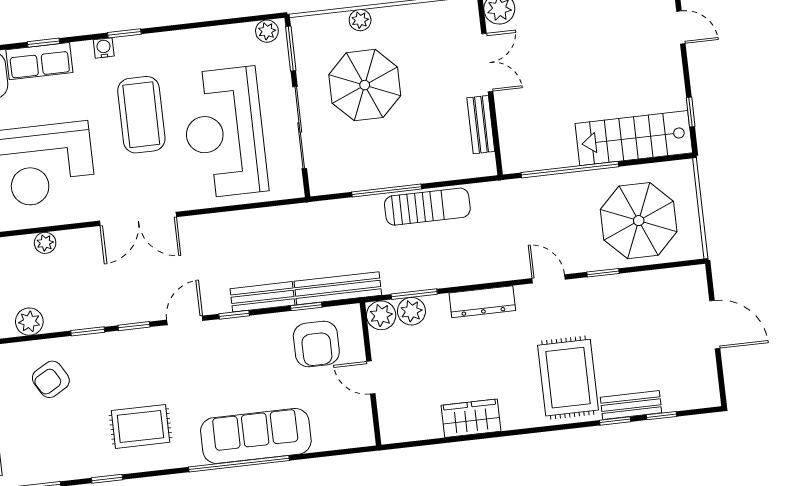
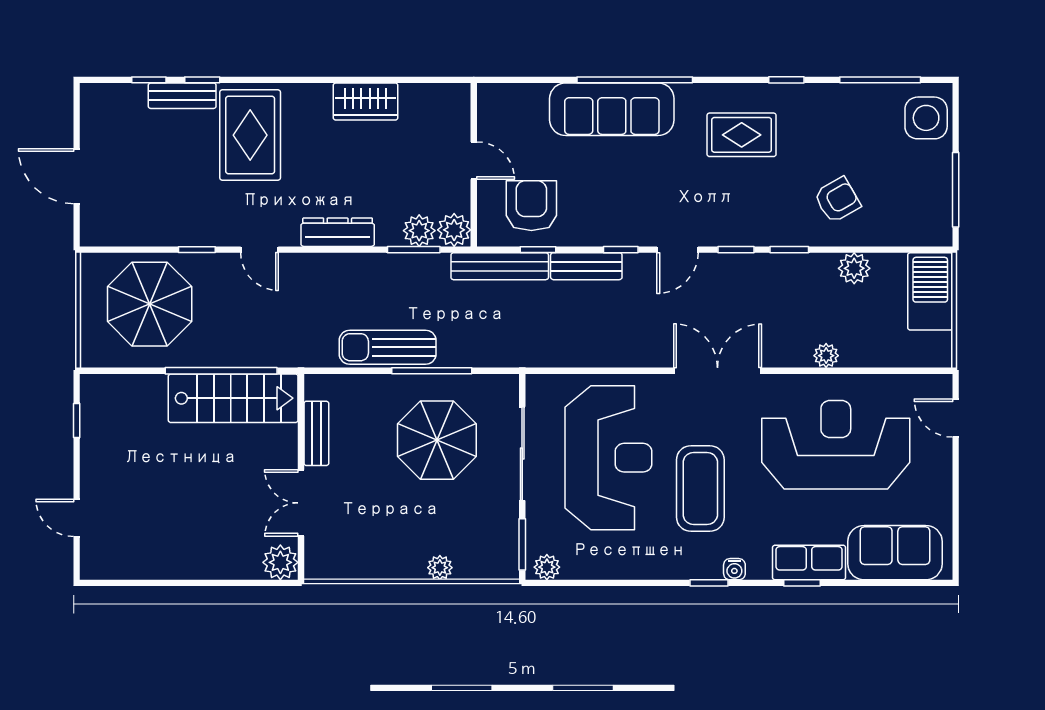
parasol: (365, 85) -> (437, 440), moved
stairs: (634, 138) -> (233, 398), moved

